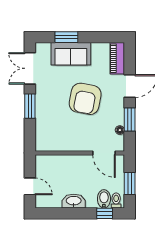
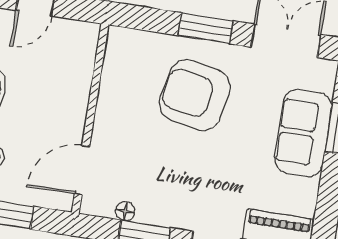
armchair: (85, 99) -> (195, 95), moved

